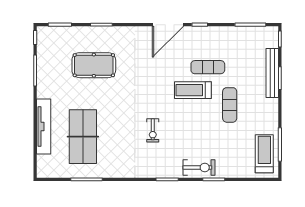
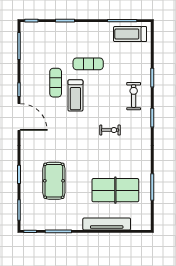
bench: (272, 73) -> (61, 27), removed
exercise bike: (199, 167) -> (134, 96), moved

